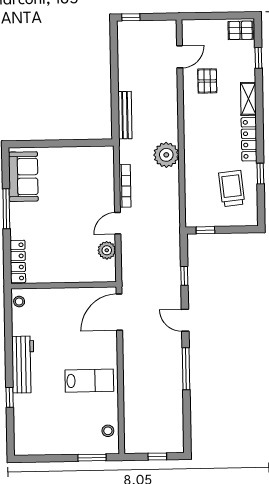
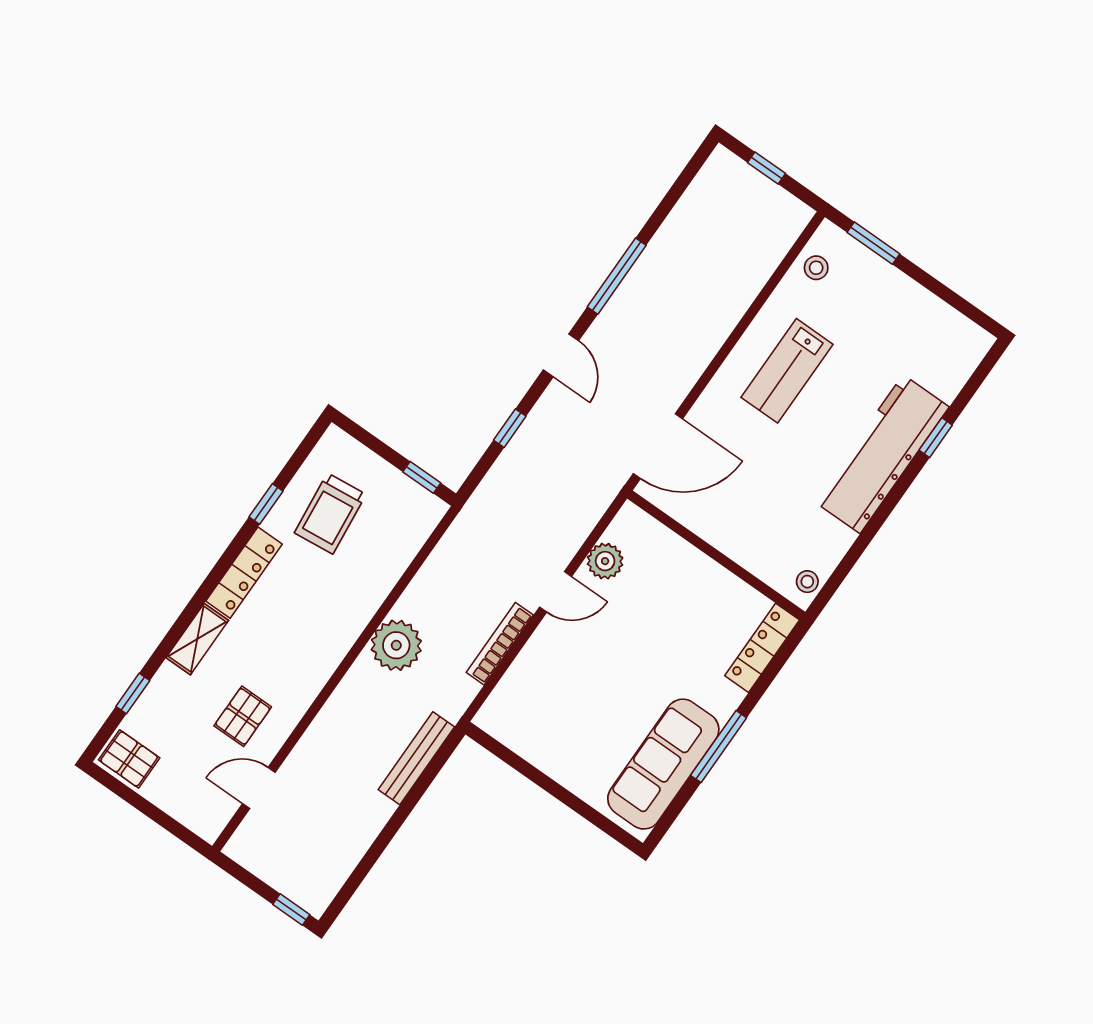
sofa: (23, 177) -> (663, 764), width x1.36
workbench: (23, 365) -> (882, 454), width x1.36, depth x1.32
lab bench: (89, 381) -> (787, 371), turned -90

